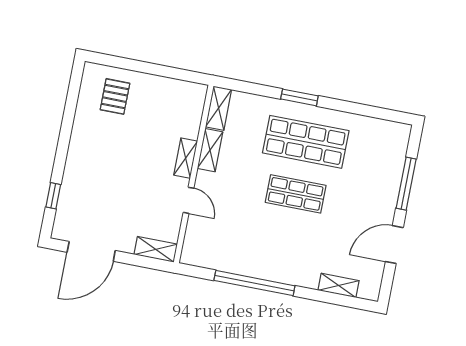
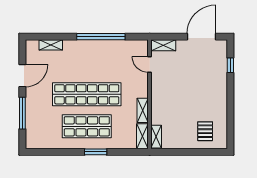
shelving: (186, 158) -> (156, 137), moved
shop shelf: (296, 194) -> (87, 94), width x2.00, depth x1.36
door: (189, 200) -> (150, 64), moved

